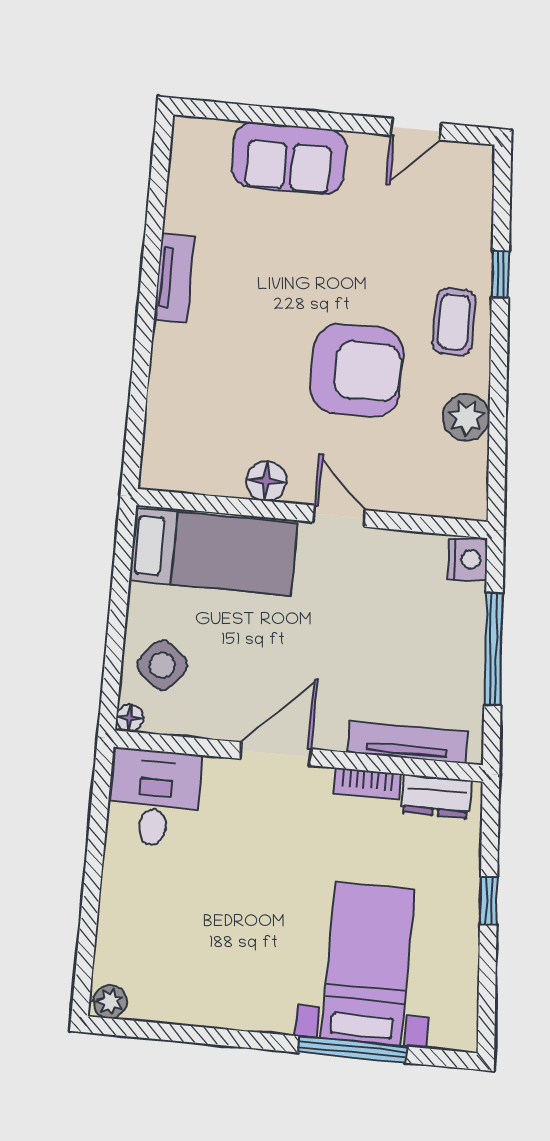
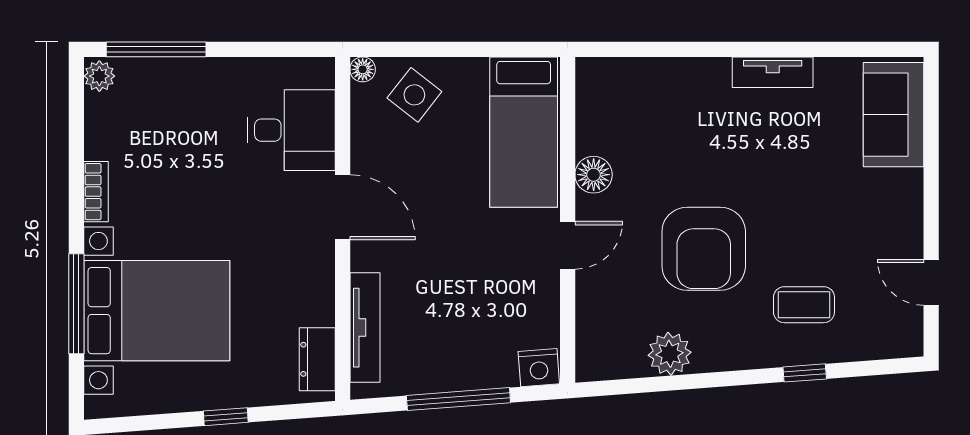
sofa: (289, 158) -> (893, 115), moved
coffee table: (454, 322) -> (804, 305), moved
bookcase: (367, 784) -> (96, 192), moved, turned 180
desk: (155, 798) -> (291, 130), moved
window: (87, 938) -> (156, 49), added
bed with nightstands: (368, 964) -> (157, 311), width x1.36

